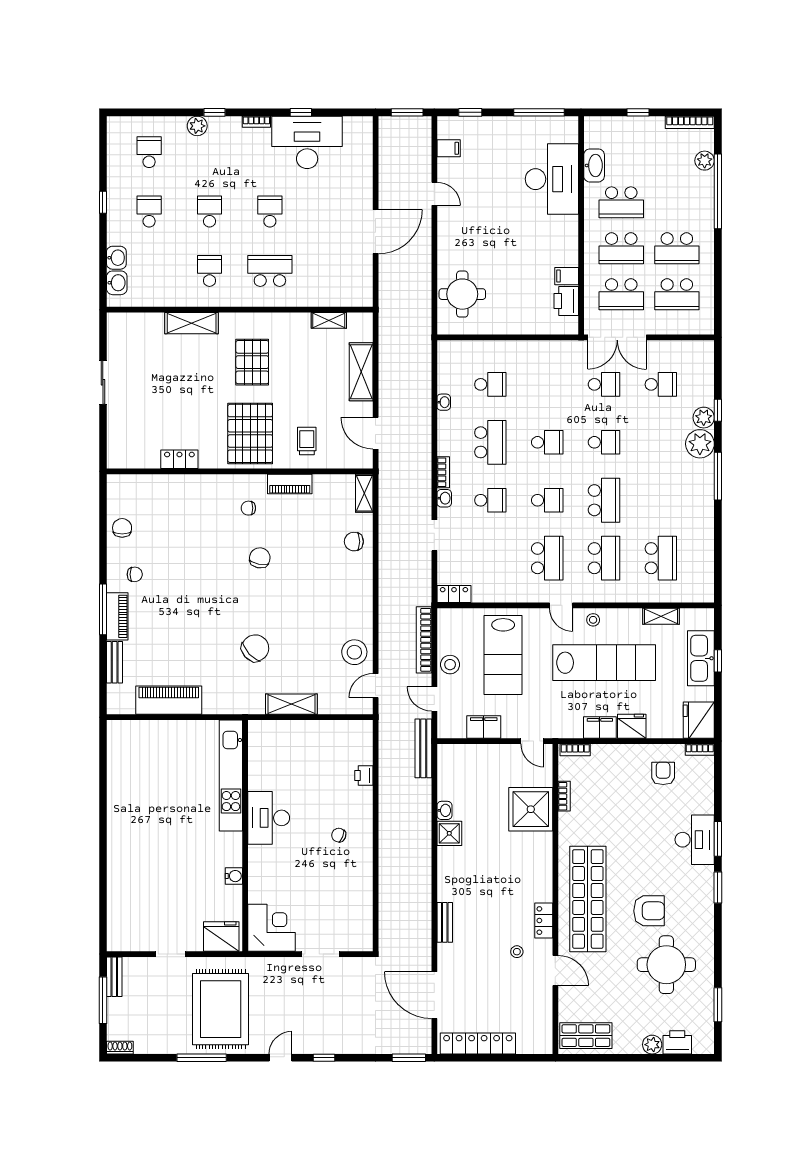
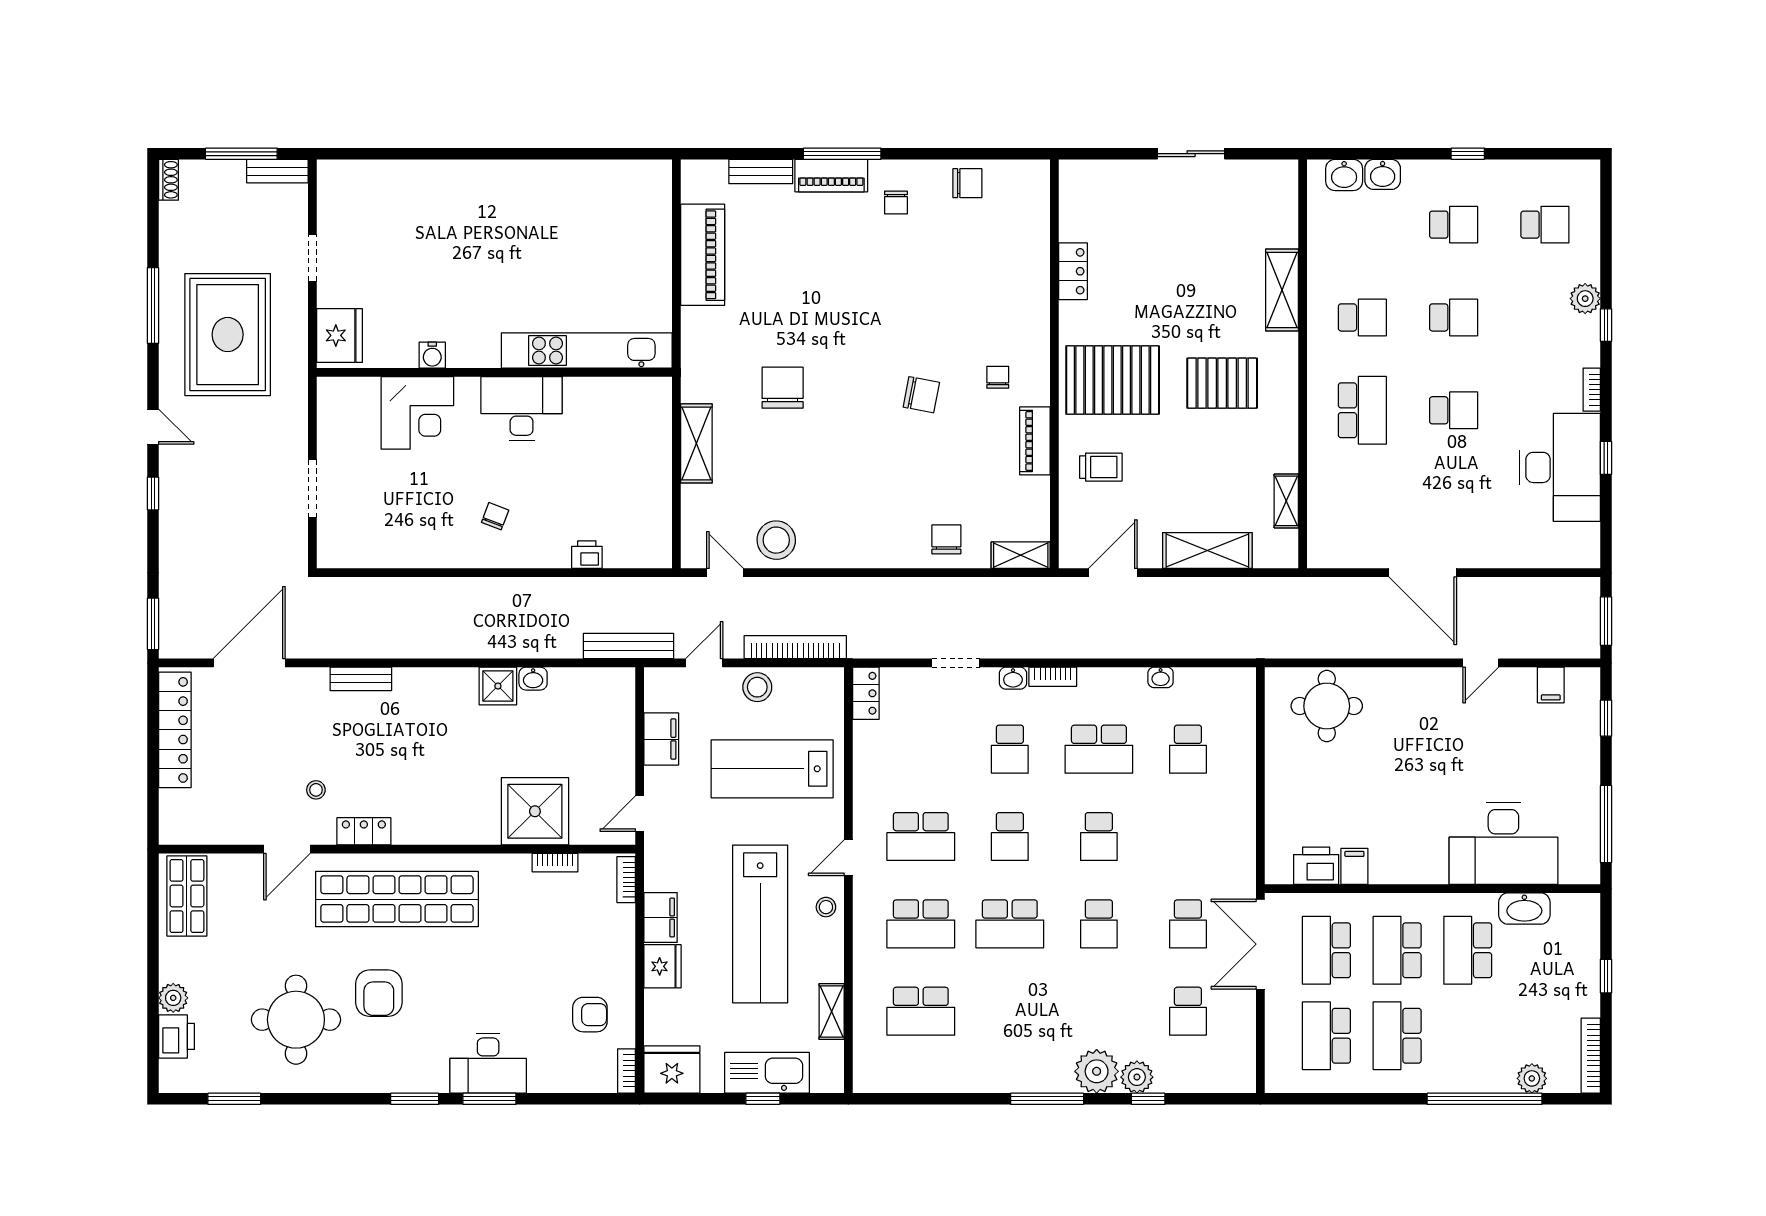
chair: (255, 648) -> (783, 388), turned -137
corner desk: (272, 928) -> (417, 413), moved
rug: (221, 1009) -> (228, 335), turned 90

